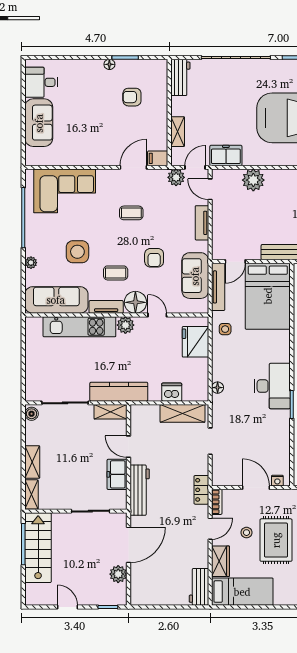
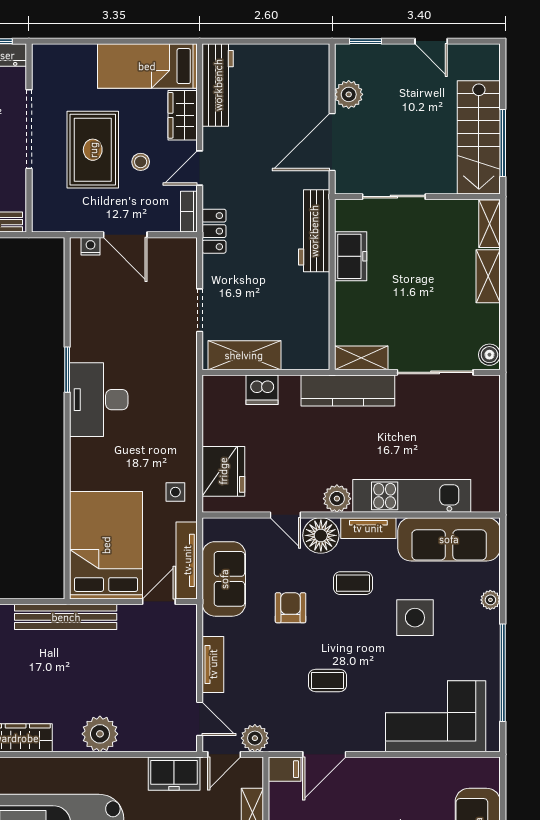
plant: (253, 180) -> (100, 734), moved
floor lamp: (218, 388) -> (188, 397), removed
door: (128, 447) -> (332, 301), removed
workbench: (199, 587) -> (218, 85), width x1.38

